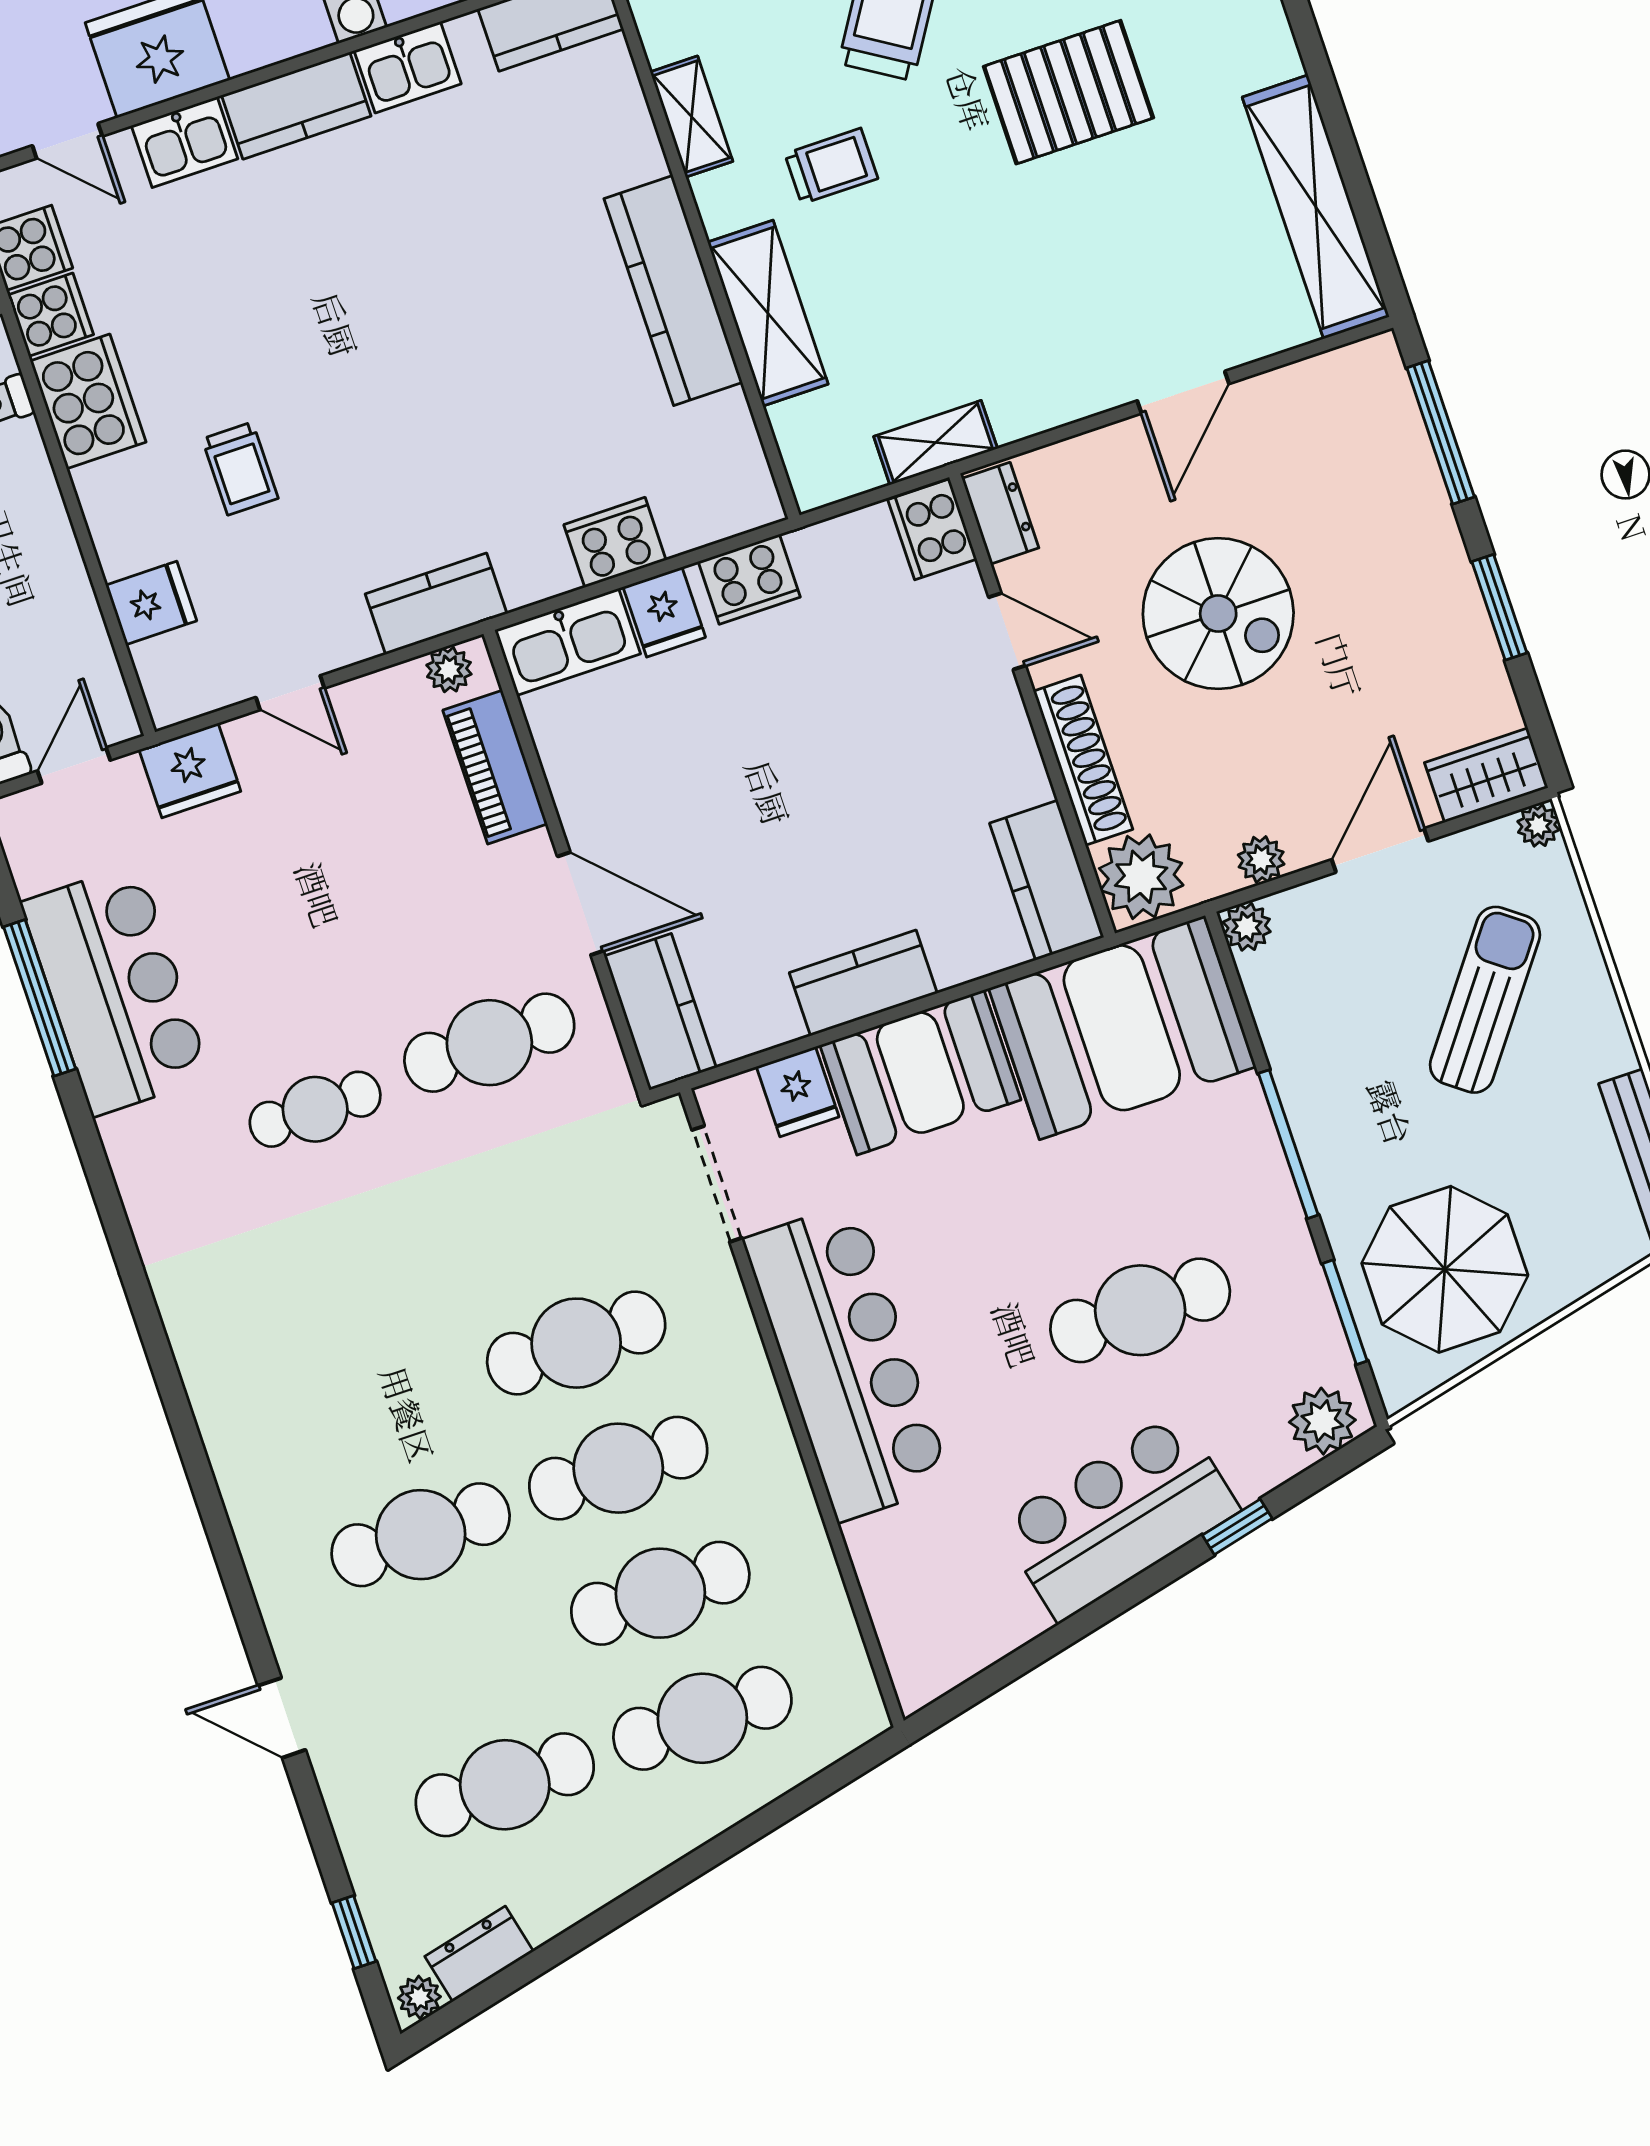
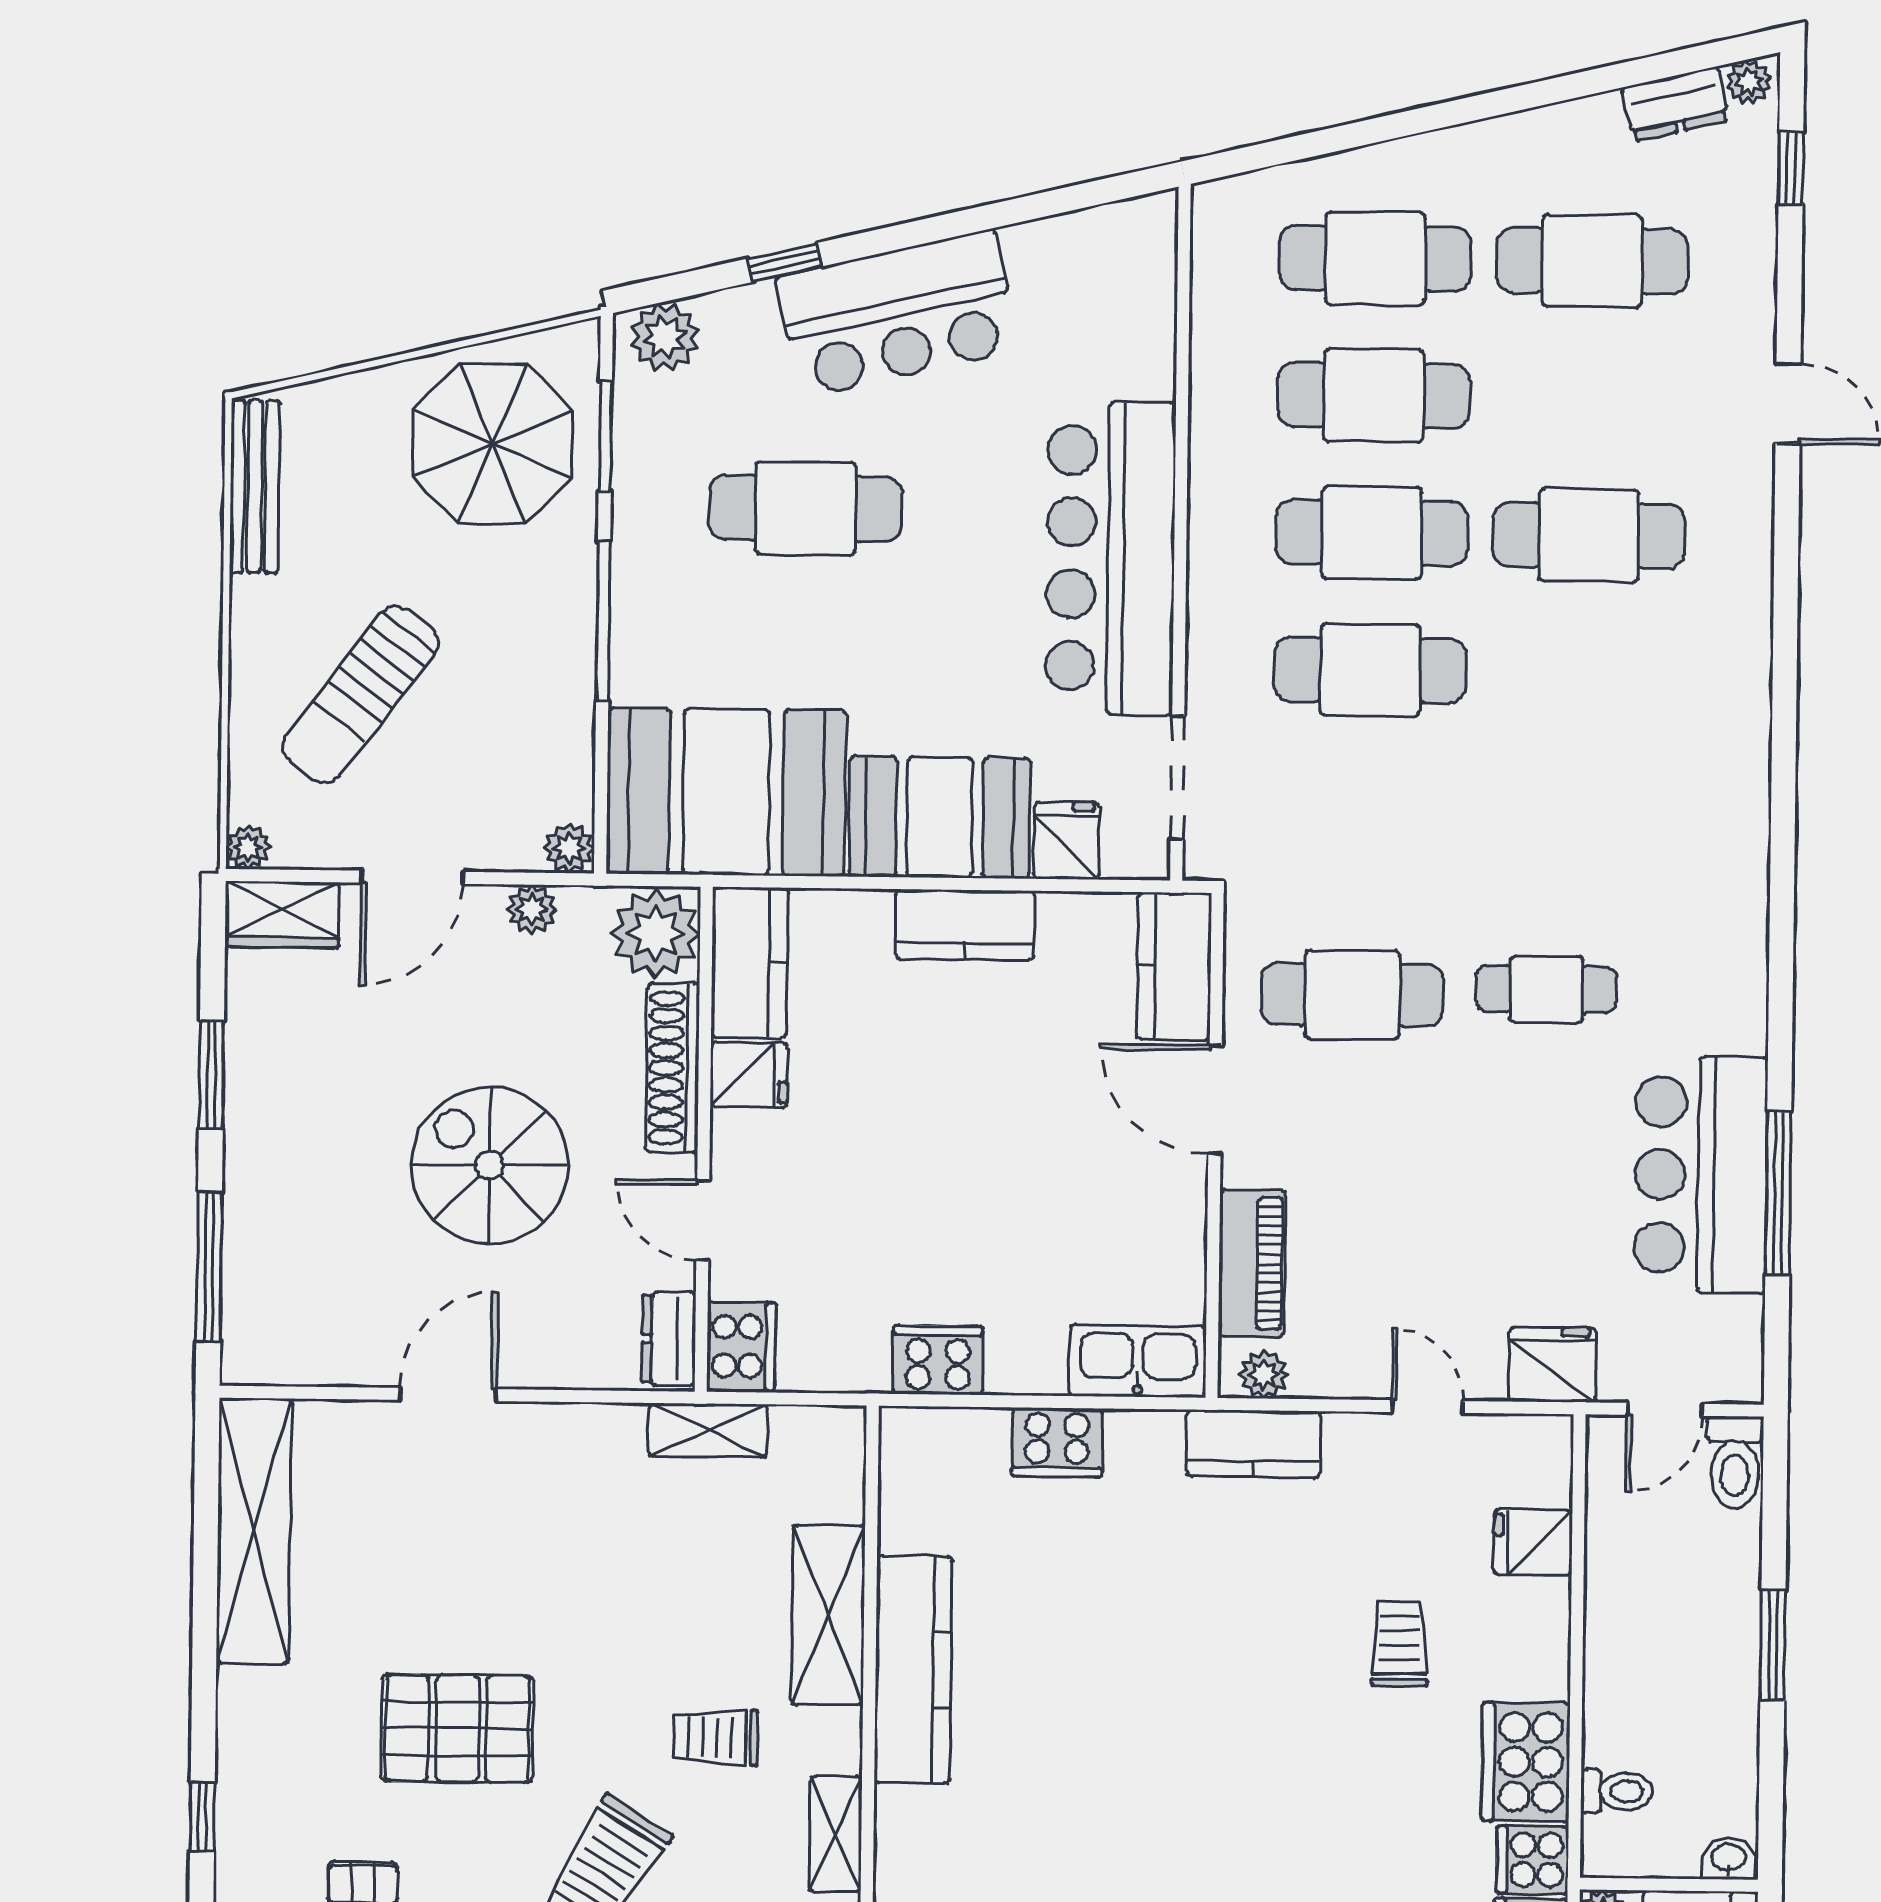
fridge: (664, 612) -> (749, 1075), moved, turned 90

